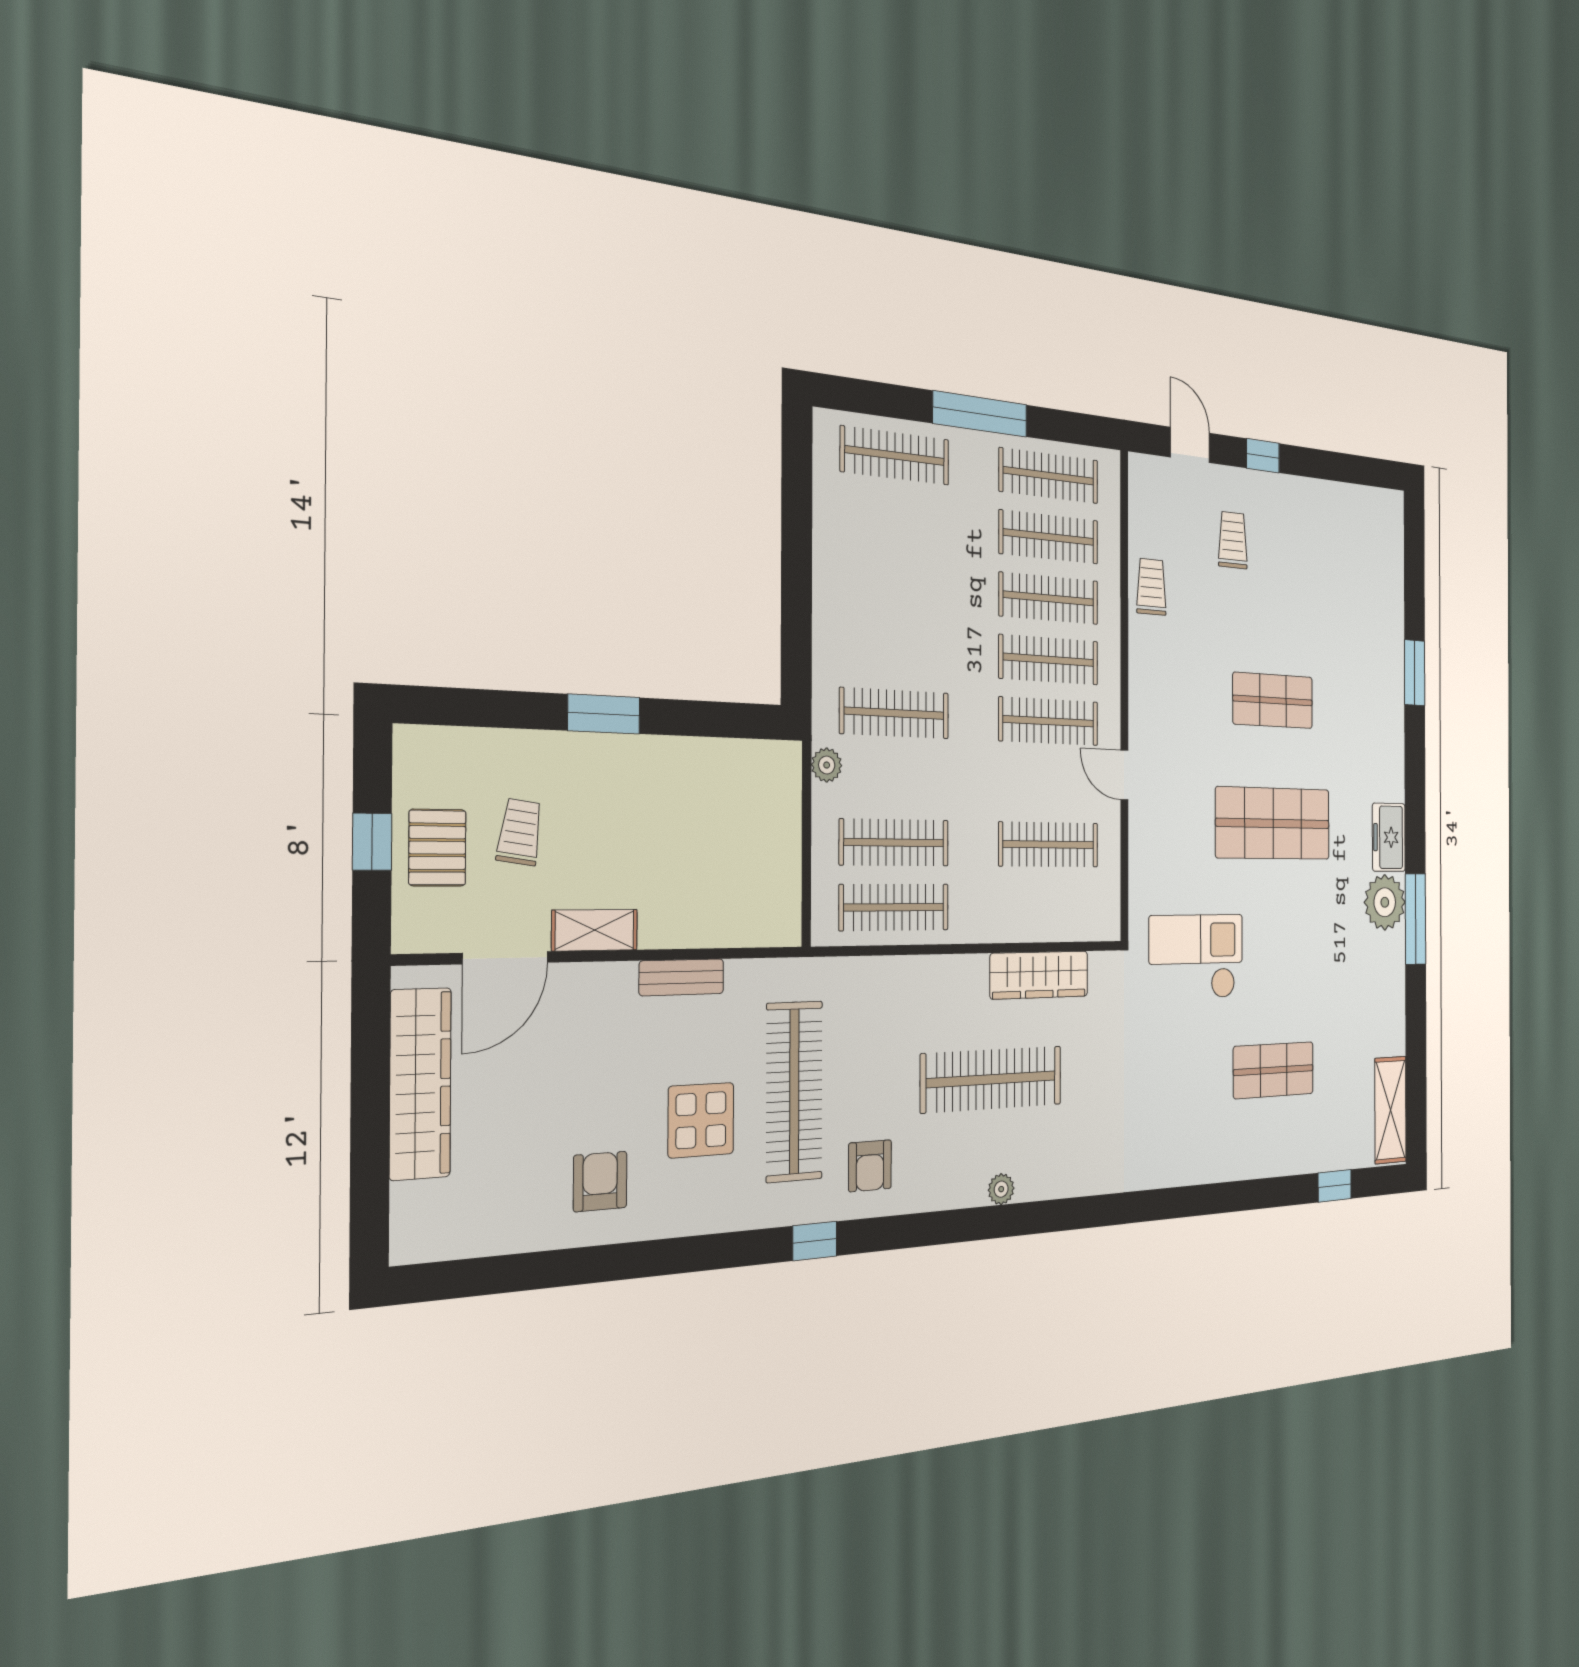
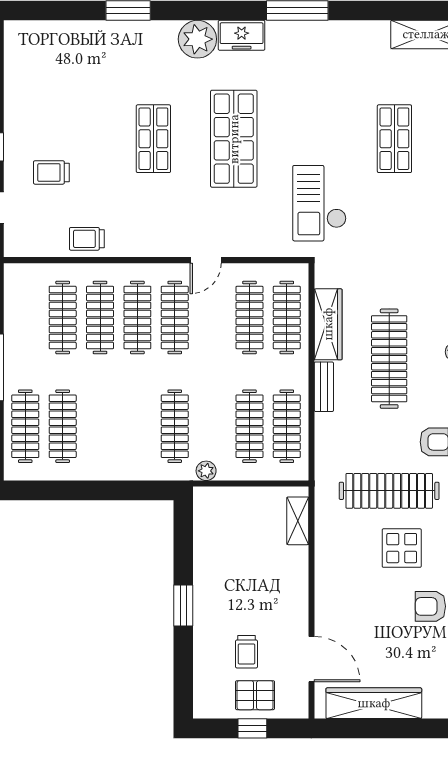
clothes rail: (1049, 476) -> (63, 426), moved
trolley: (520, 832) -> (247, 652), turned -98
plant: (1385, 902) -> (197, 39), moved
clothes rail: (1049, 906) -> (287, 317), added
shelving: (595, 930) -> (298, 521), moved
bench: (682, 977) -> (324, 387), moved

